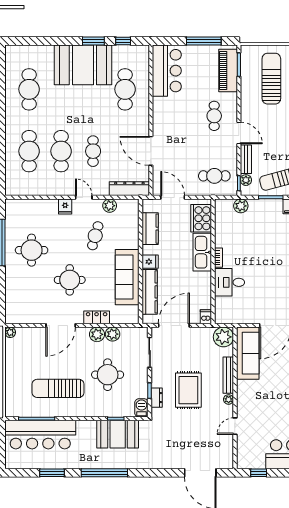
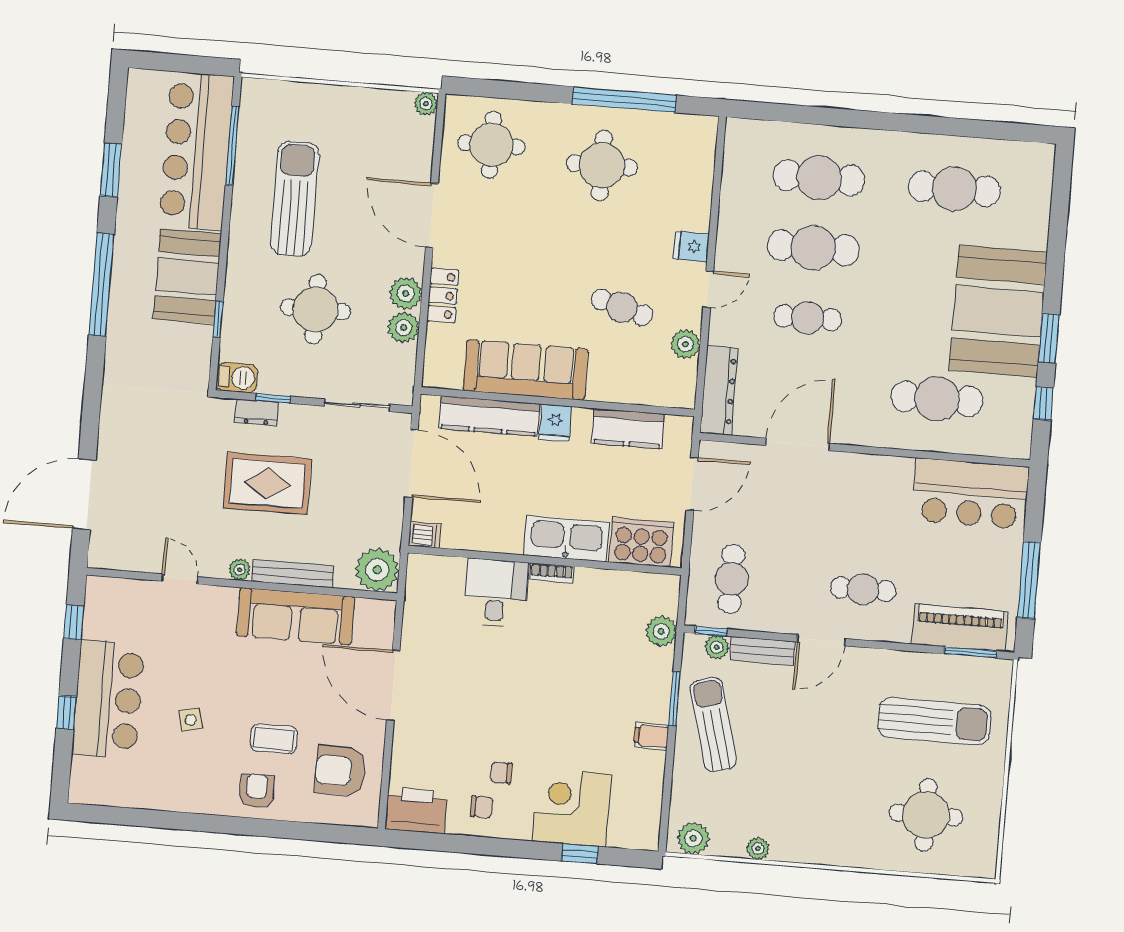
round table: (70, 280) -> (491, 145), moved
sofa: (248, 353) -> (296, 616), moved
booth: (118, 434) -> (187, 276), moved

